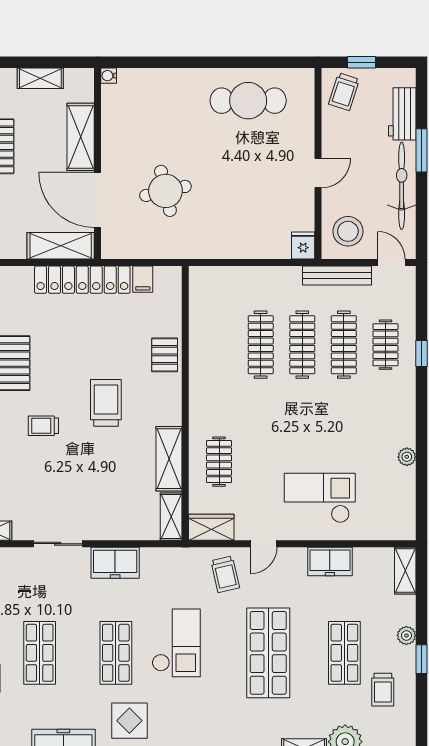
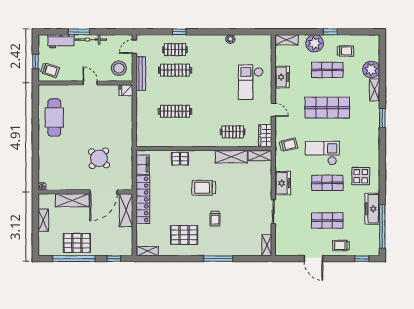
bicycle: (402, 186) -> (91, 40), width x0.73, depth x0.71
round table: (165, 191) -> (99, 158), turned -35
filing cabinet: (143, 279) -> (143, 165), width x2.00
clothes rail: (302, 345) -> (175, 91), removed
trolley: (225, 574) -> (288, 145), moved
plant: (406, 636) -> (315, 43), width x1.88, depth x1.88

